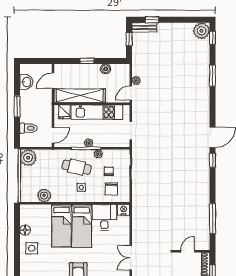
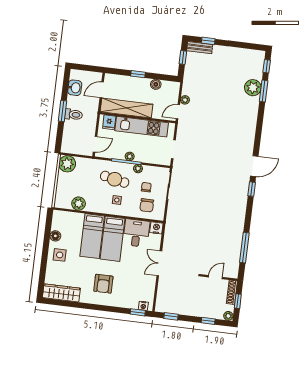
plant: (201, 31) -> (253, 88), moved
window: (212, 76) -> (264, 91), moved
toilet: (28, 128) -> (74, 115), moved
double door: (131, 258) -> (159, 263), moved

